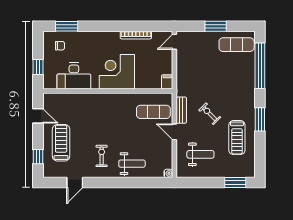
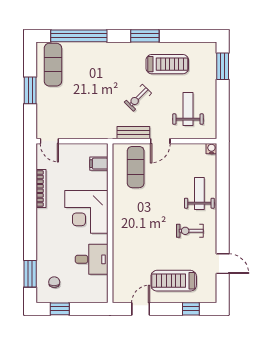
window: (38, 67) -> (60, 309), moved
desk: (74, 76) -> (92, 259), width x0.73
filing cabinet: (167, 82) -> (99, 164), moved

